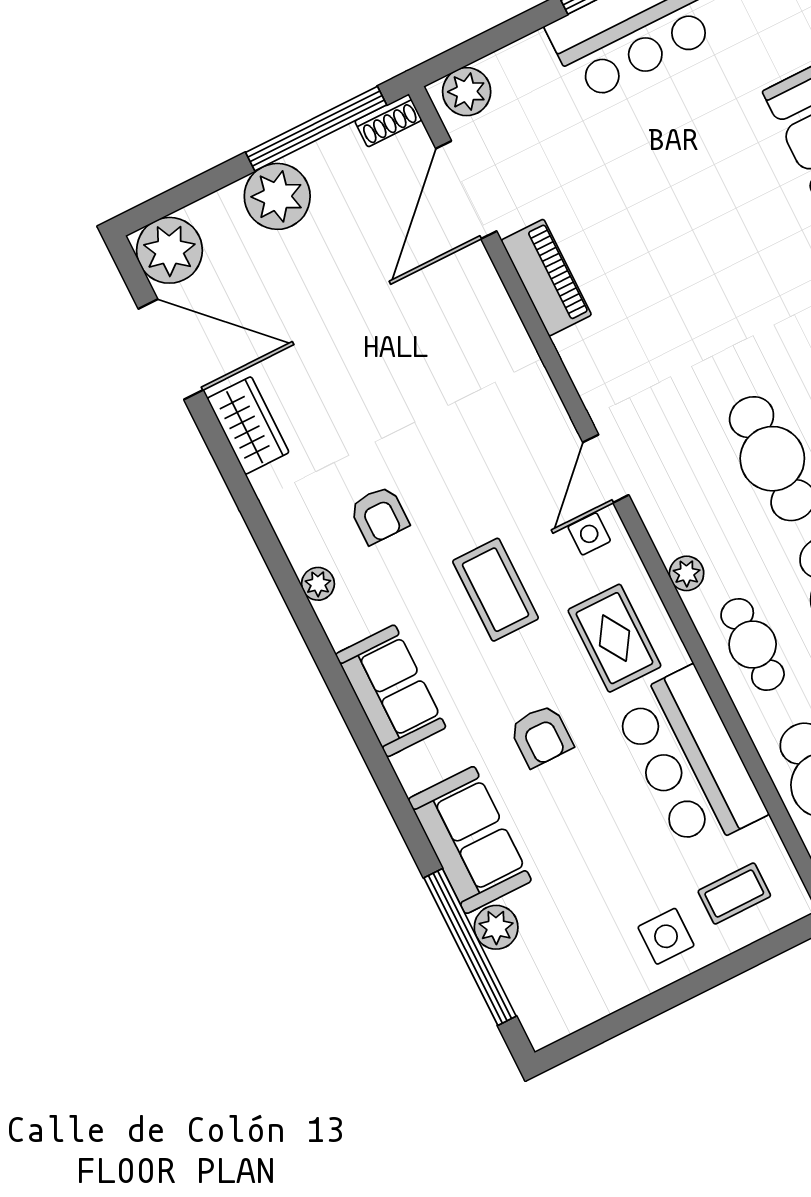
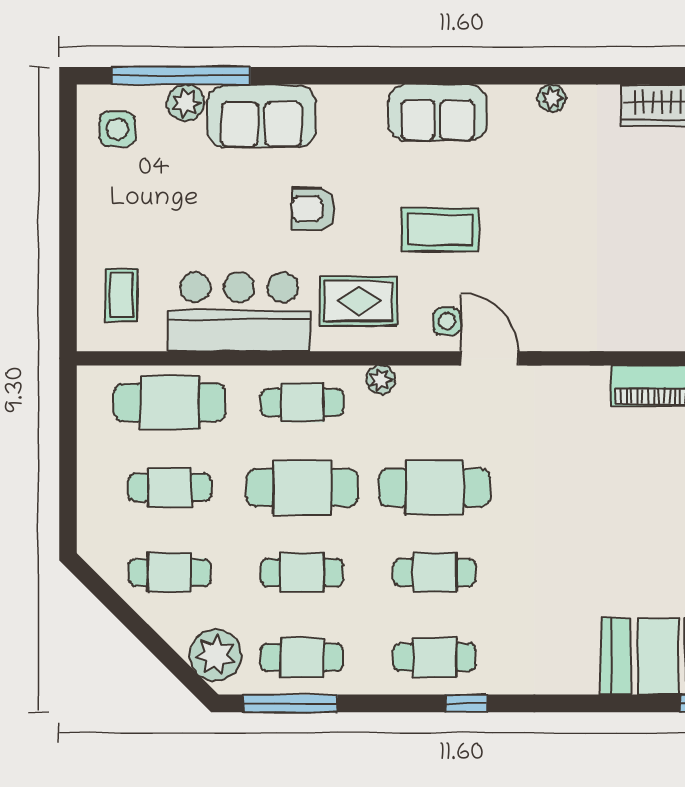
armchair: (379, 515) -> (540, 170), removed
plant: (318, 584) -> (552, 98), moved
sofa: (391, 691) -> (437, 113), moved
side table: (666, 936) -> (117, 129), moved

